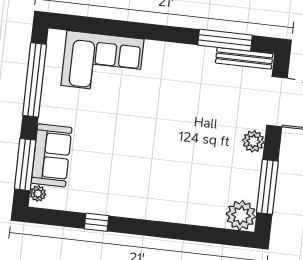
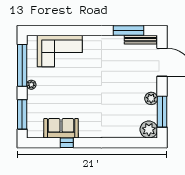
plant: (253, 141) -> (151, 98), moved
sofa: (52, 155) -> (61, 128), moved, turned -90
plant: (38, 194) -> (31, 85), moved

